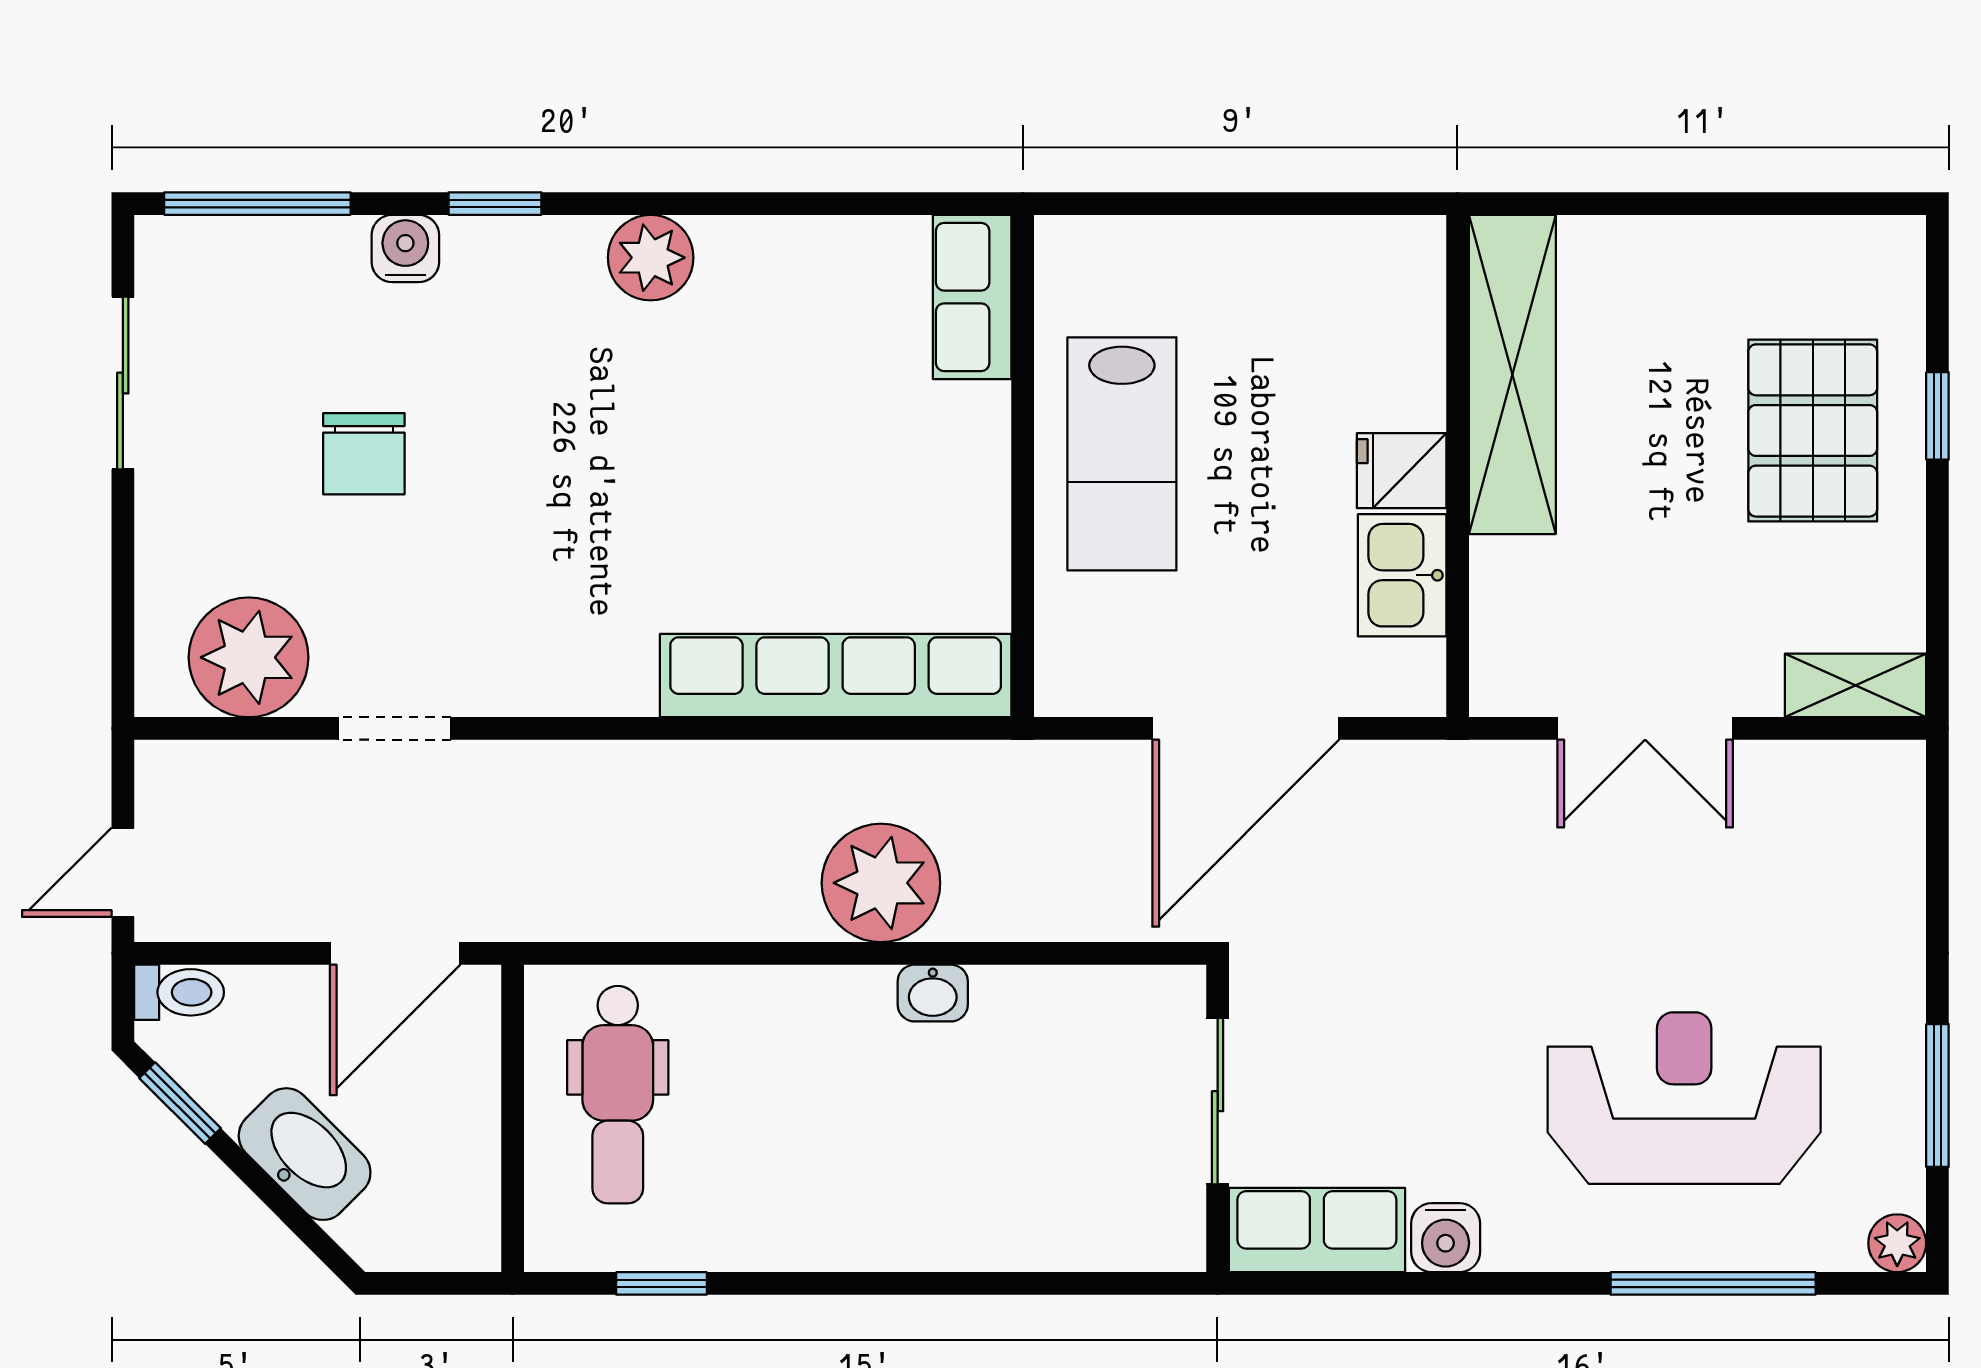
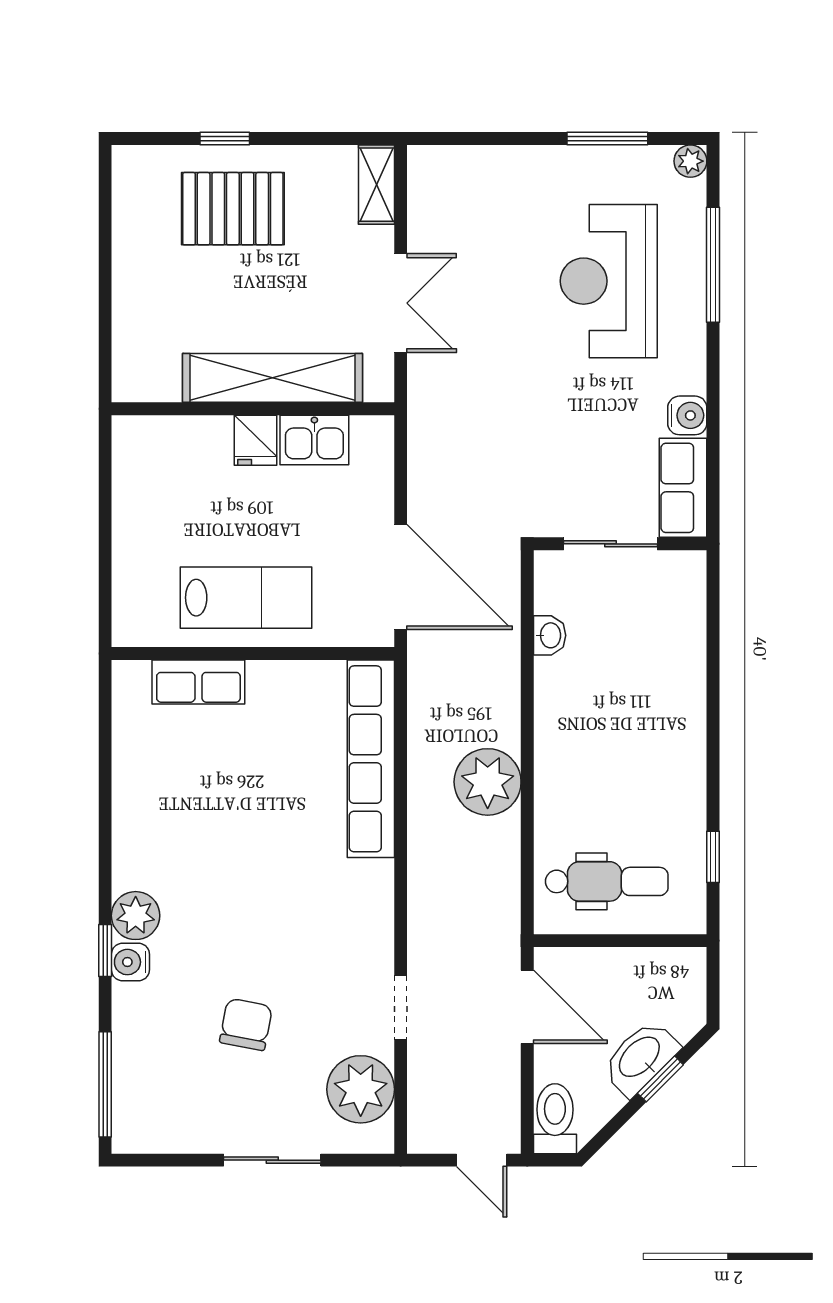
water cooler: (405, 248) -> (130, 962), moved
plant: (651, 258) -> (136, 916), moved
row of seats: (972, 297) -> (198, 682), moved
shelving: (1512, 374) -> (272, 378), moved
sliding door: (123, 383) -> (272, 1160), moved
chair: (364, 454) -> (246, 1024), turned -79
door: (1246, 728) -> (401, 577), moved
plant: (881, 883) -> (488, 782), moved
toilet: (179, 992) -> (555, 1119), width x1.37, depth x1.39
washbasin: (933, 993) -> (550, 635), moved
window: (180, 1103) -> (660, 1079), moved

